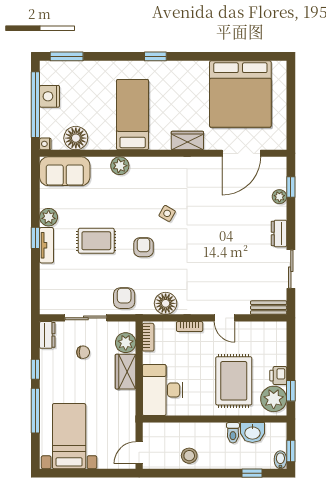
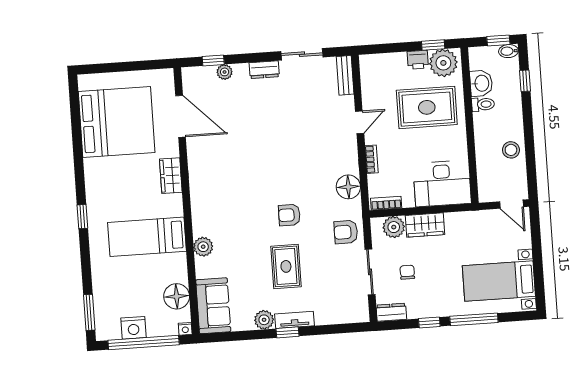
side table: (167, 213) -> (251, 192), removed

